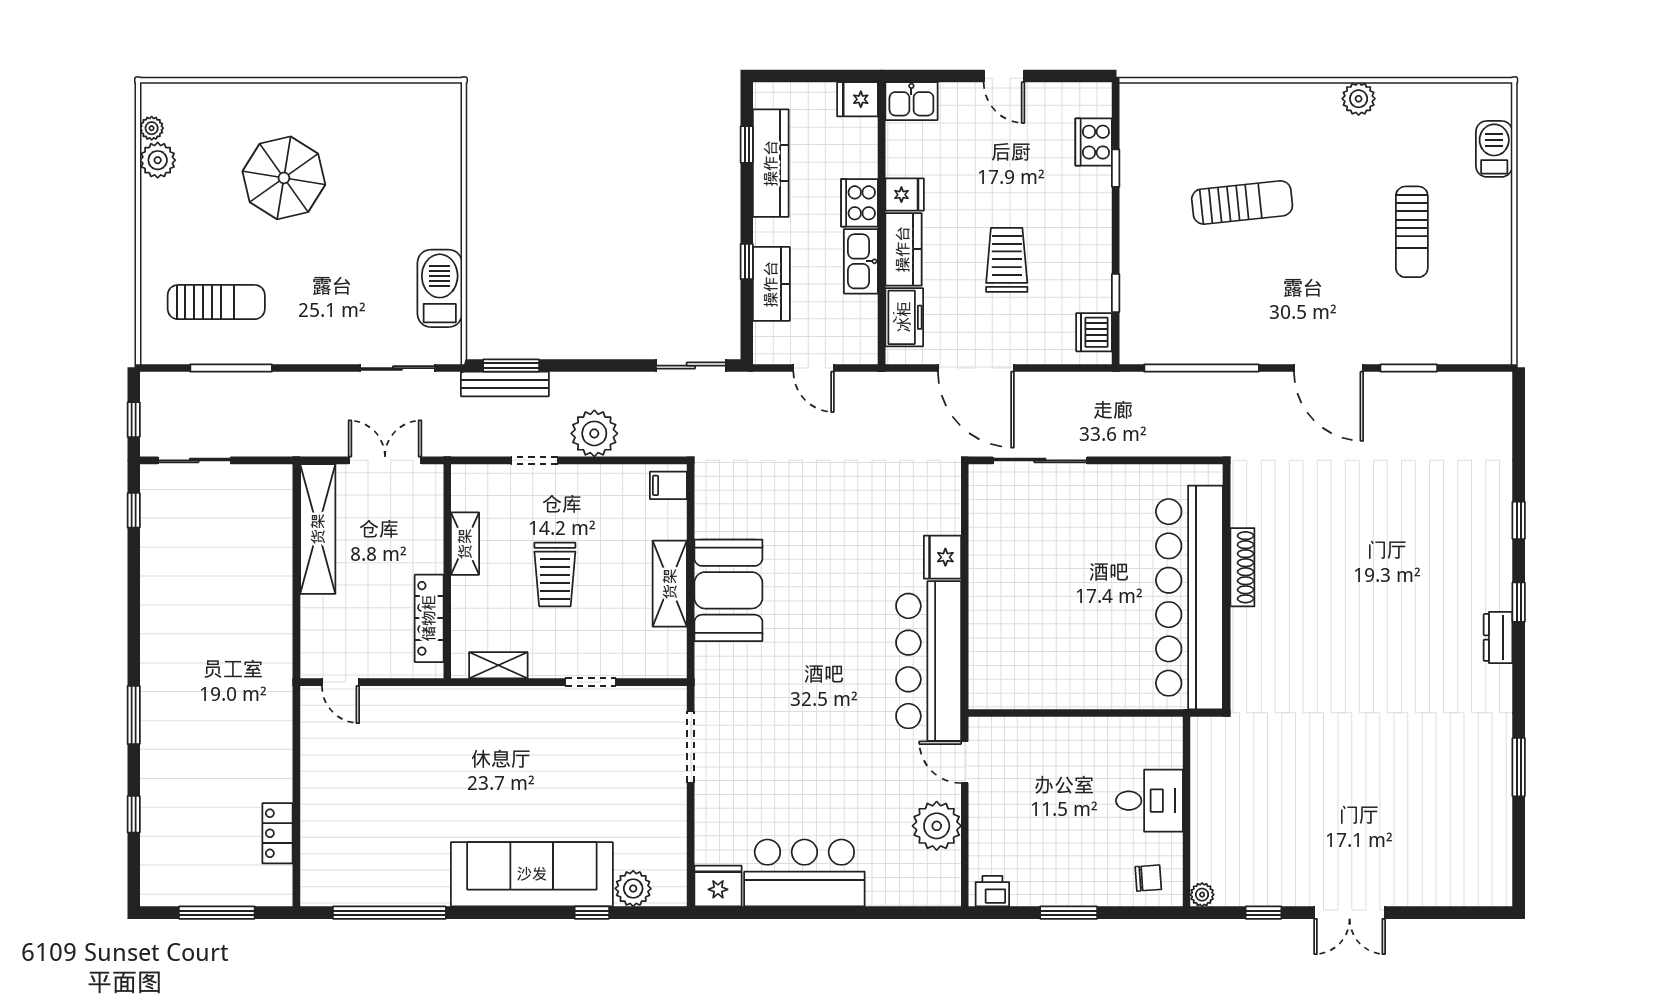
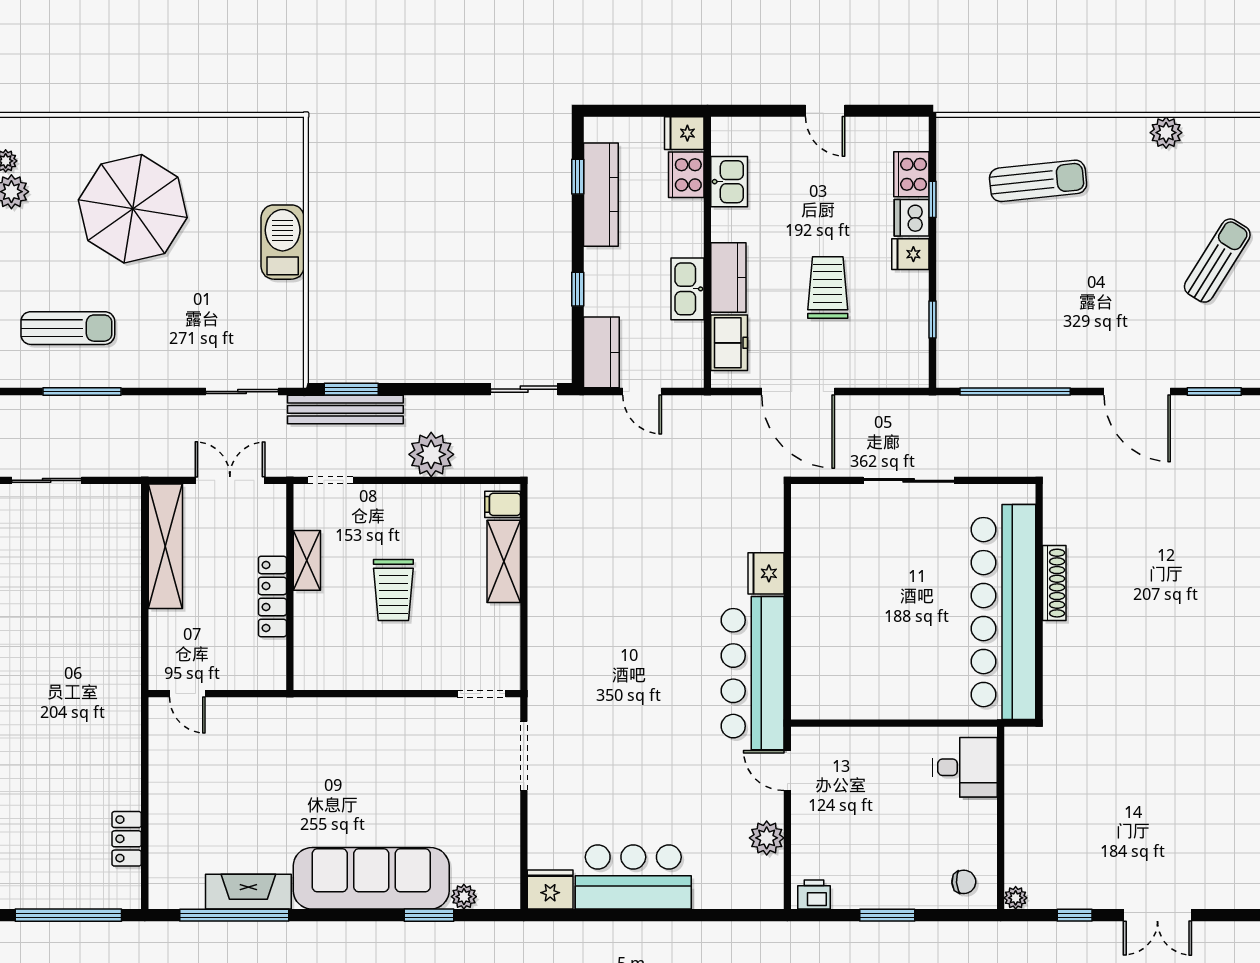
kitchen sink: (911, 101) -> (729, 182), moved, turned -90
parasol: (284, 178) -> (133, 209), width x1.36, depth x1.36
fridge: (905, 195) -> (910, 254), moved, turned 180
sun lounger: (1242, 202) -> (1038, 181), moved
cooker: (859, 203) -> (686, 175), moved
sun lounger: (1412, 232) -> (1217, 261), turned -148
kitchen counter: (771, 284) -> (601, 352), moved
barbecue: (440, 288) -> (283, 242), moved
dishwasher: (1094, 332) -> (912, 218), moved
bench: (505, 384) -> (345, 409), width x1.37, depth x1.21
doorway: (534, 460) -> (330, 480), moved
sliding door: (1040, 460) -> (909, 480), moved
shelving: (670, 584) -> (504, 561), moved
booth: (728, 590) -> (560, 605), removed
locker: (429, 618) -> (272, 596), moved
shelving: (498, 665) -> (339, 677), removed
doorway: (590, 682) -> (482, 694), moved
desk: (1149, 801) -> (965, 767), moved
plant: (937, 826) -> (767, 838), width x0.73, depth x0.73
fireplace: (404, 888) -> (248, 892), added
plant: (633, 889) -> (464, 897), width x0.73, depth x0.73
window: (217, 913) -> (68, 915), width x1.46
window: (592, 913) -> (429, 915), width x1.50

